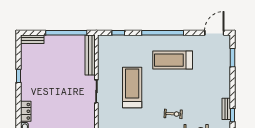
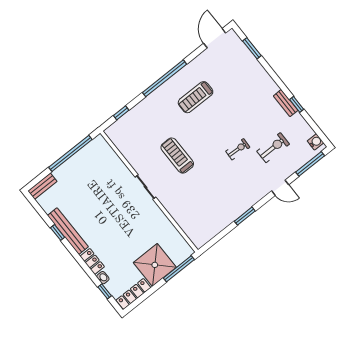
bench: (90, 55) -> (68, 231), moved
treadmill: (173, 60) -> (196, 97), width x0.73, depth x0.73
treadmill: (132, 88) -> (177, 156), width x0.73, depth x0.73

